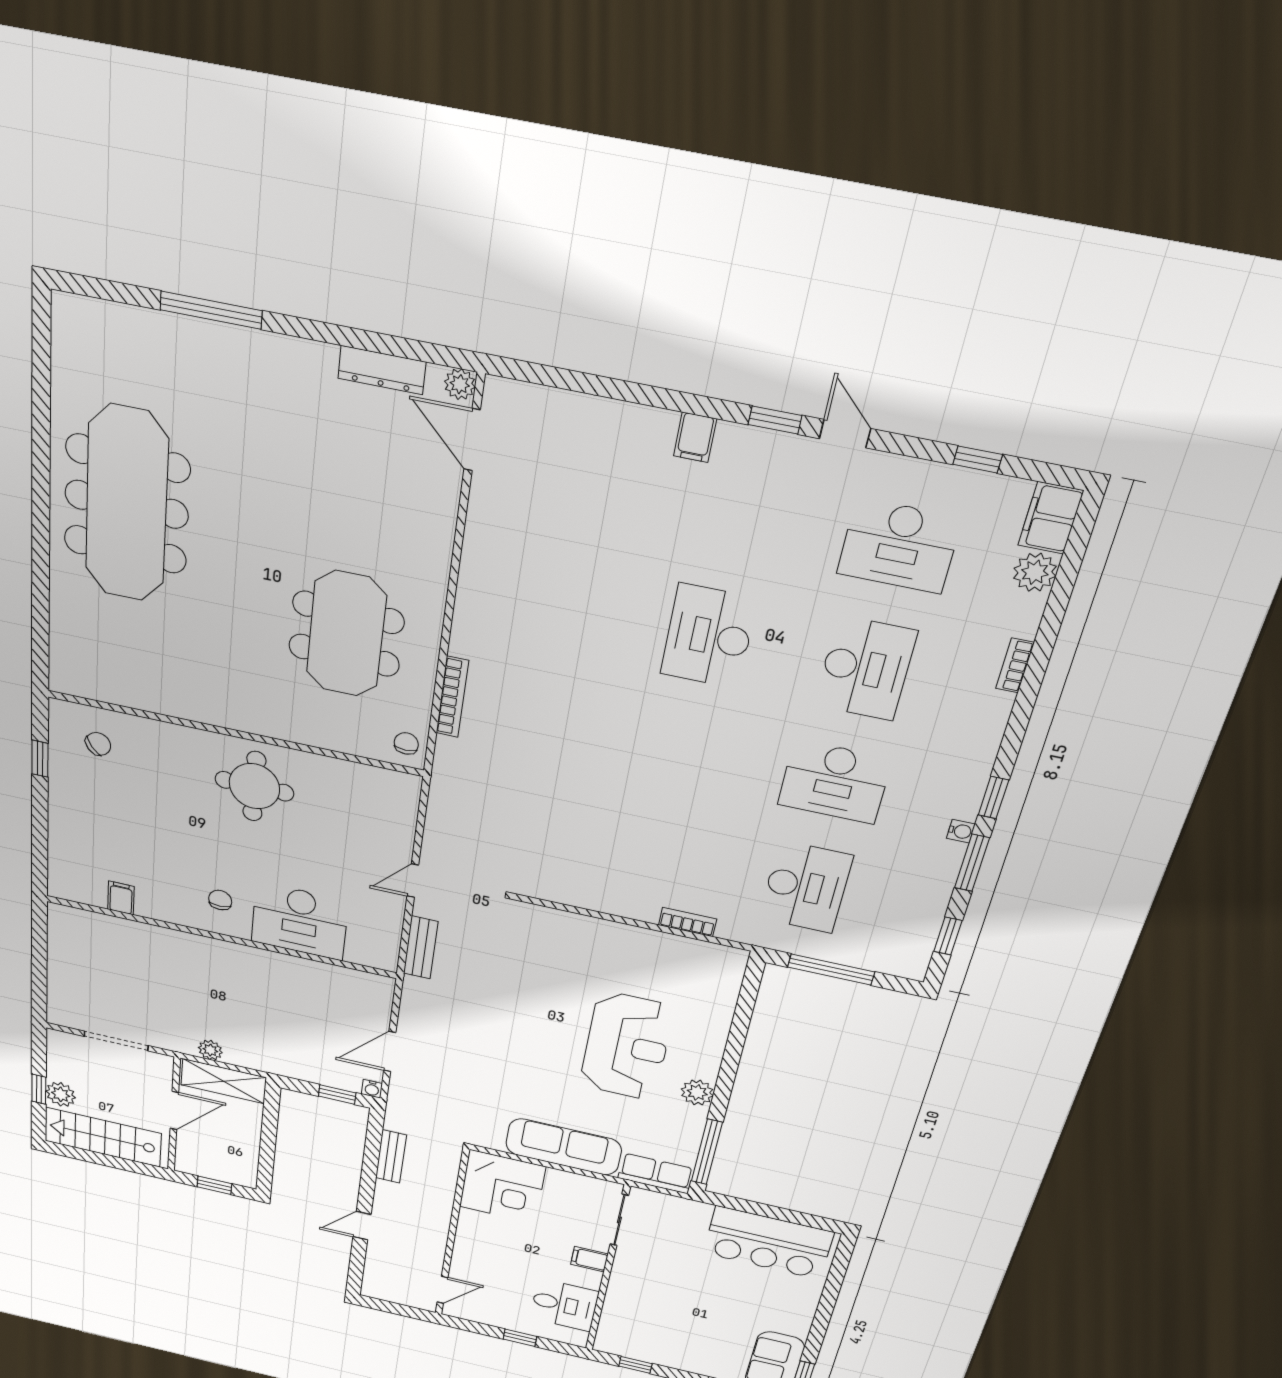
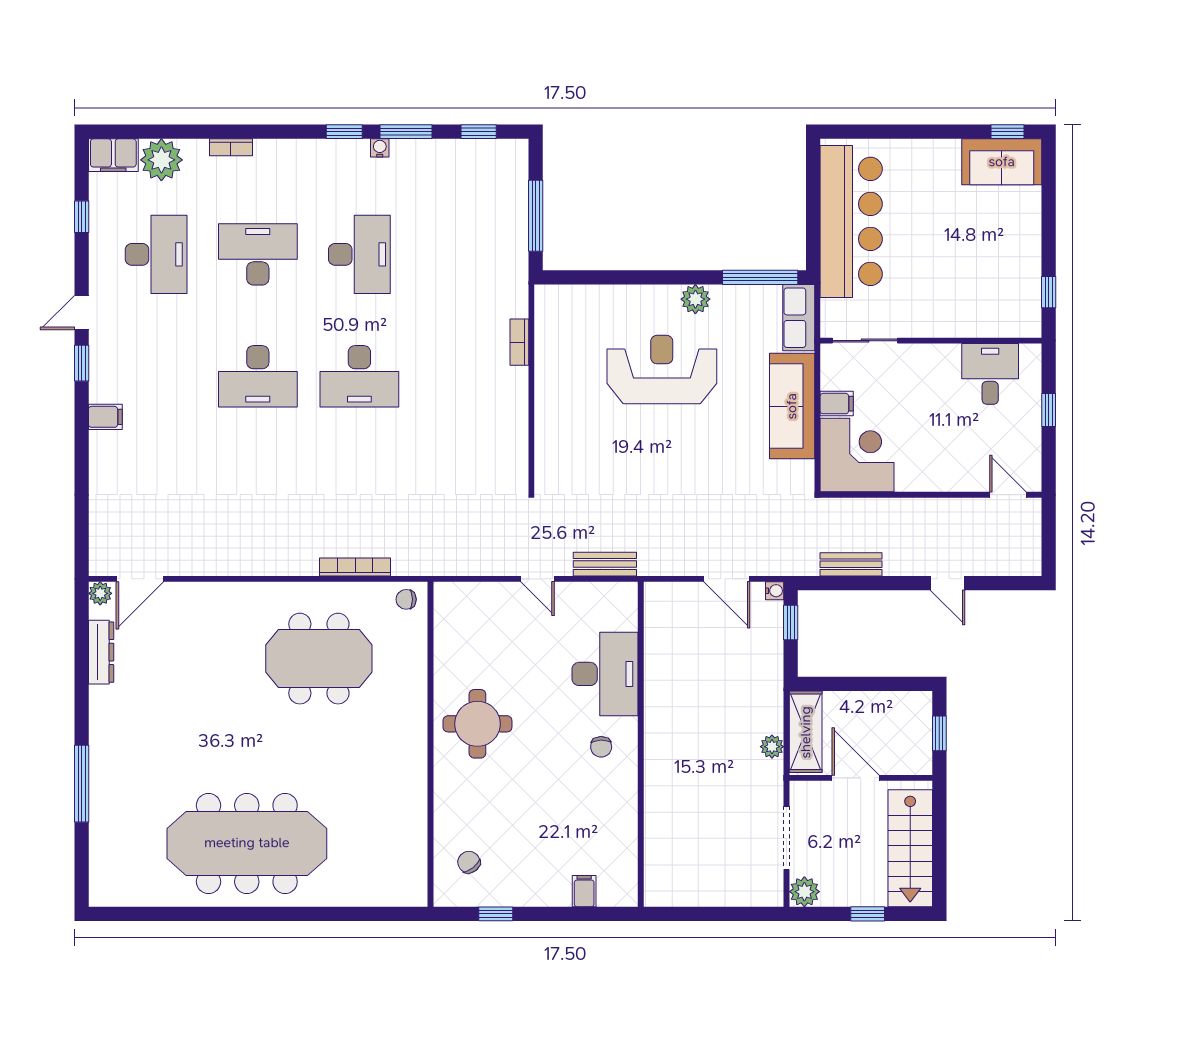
plant: (1035, 572) -> (161, 160), width x1.36, depth x1.36
desk: (806, 887) -> (359, 376), moved, turned 180
filing cabinet: (121, 898) -> (584, 891), moved, turned 90
chair: (220, 900) -> (601, 747), turned -90
plant: (61, 1094) -> (804, 892), moved
bar counter: (768, 1243) -> (851, 221), width x1.36
filing cabinet: (589, 1259) -> (837, 404), moved, turned -90

